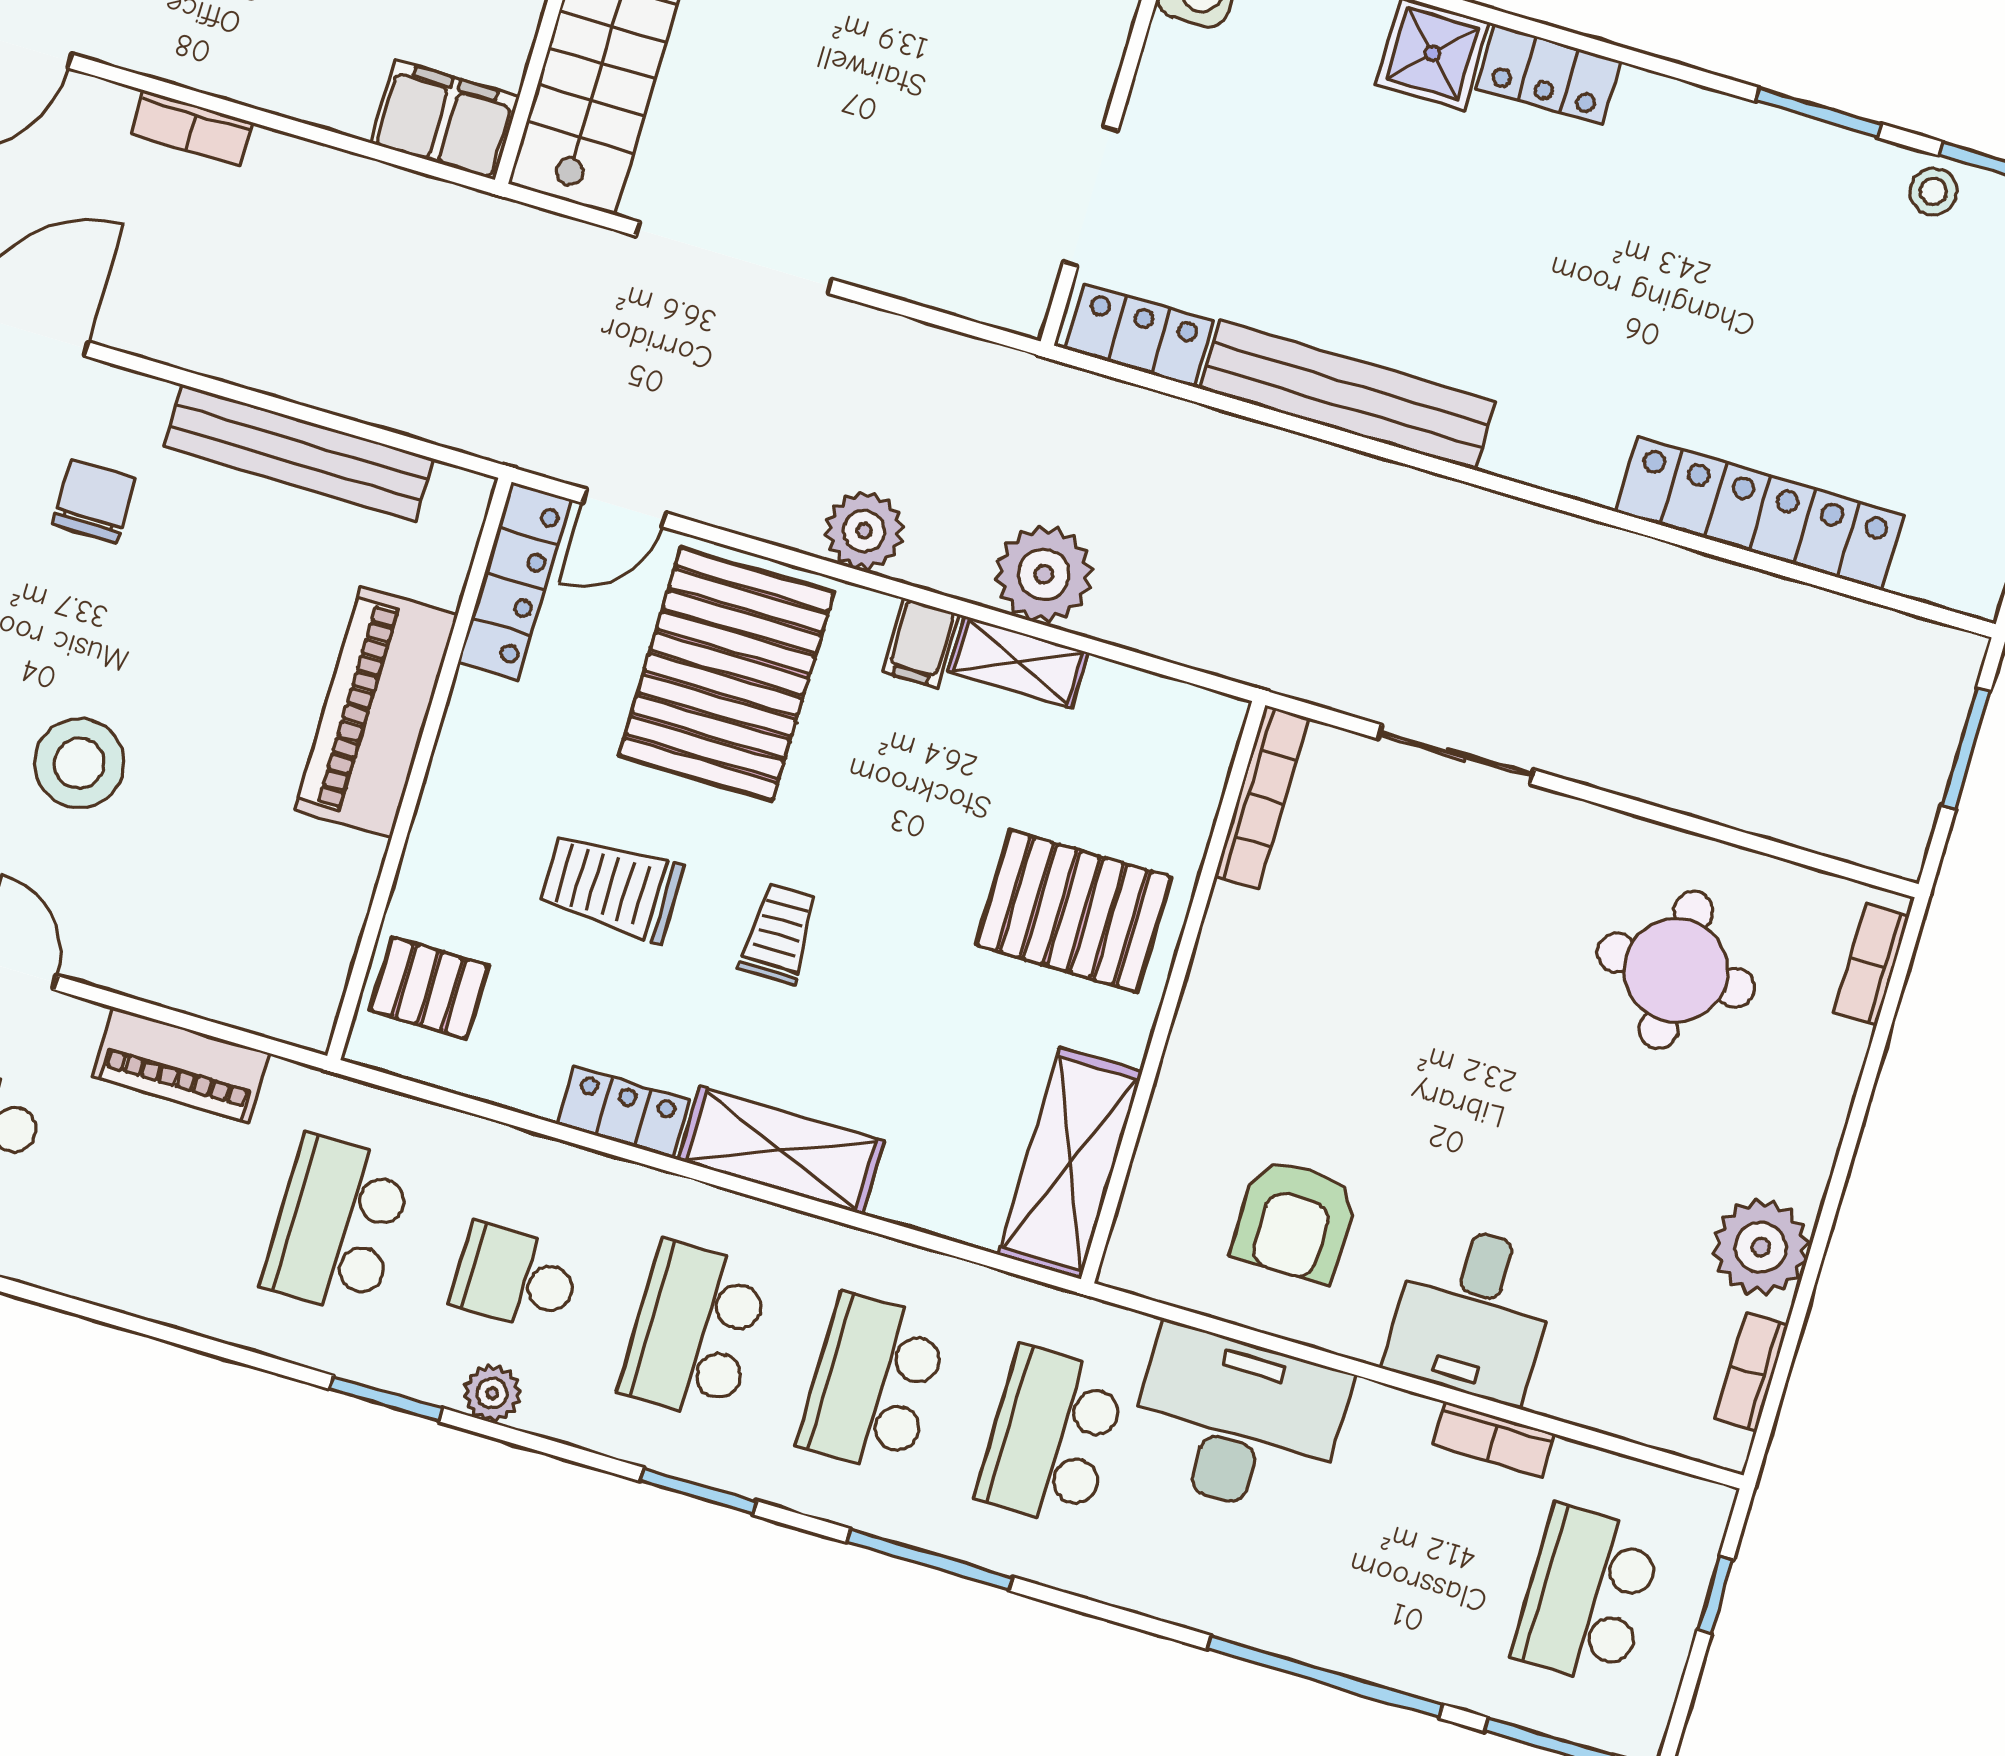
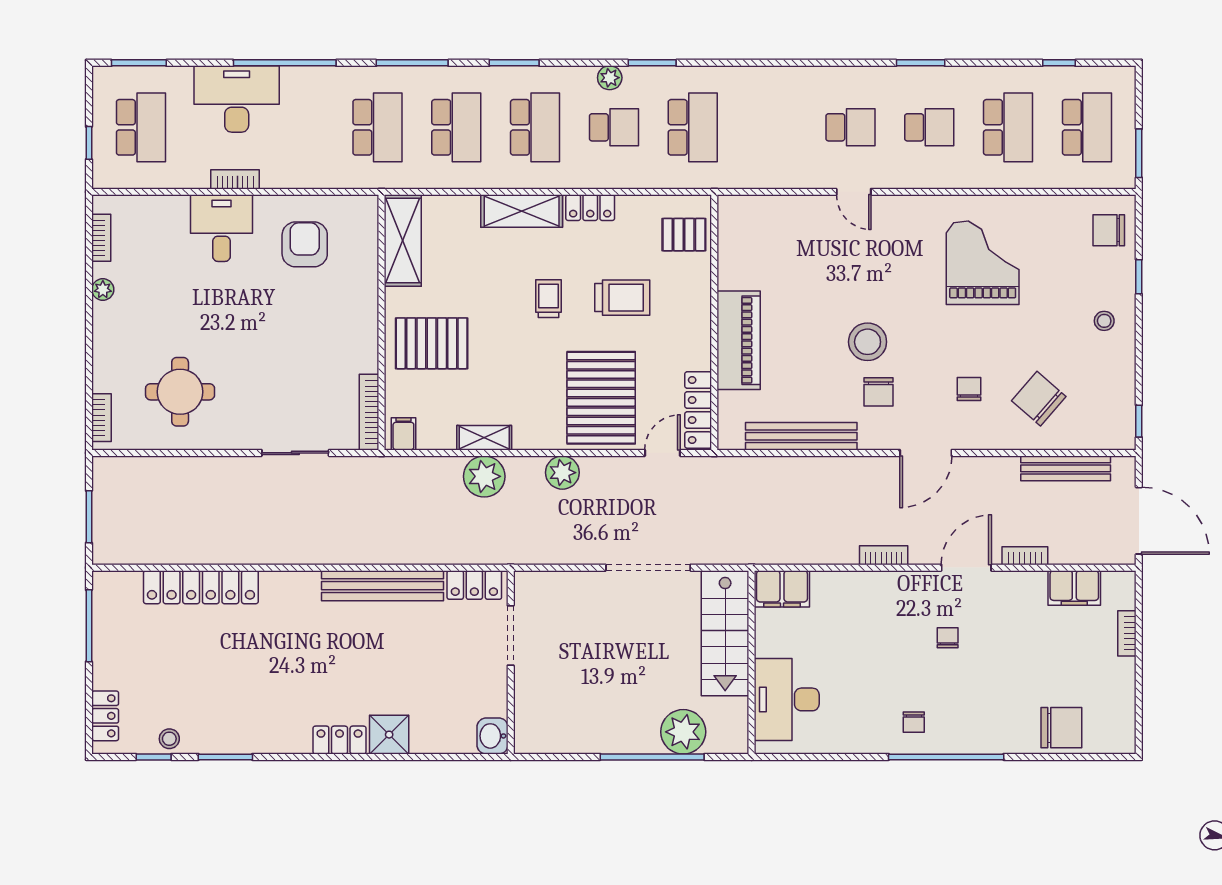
filing cabinet: (921, 643) -> (403, 434), moved
stool: (79, 763) -> (868, 342), moved
trolley: (779, 934) -> (548, 299), turned 180
piano: (181, 1065) -> (775, 174), removed
plant: (1761, 1247) -> (103, 289), width x0.53, depth x0.53
desk: (1237, 1422) -> (237, 99), moved, turned 180
bookcase: (1493, 1439) -> (235, 179), moved
window: (1325, 1677) -> (285, 63), moved

